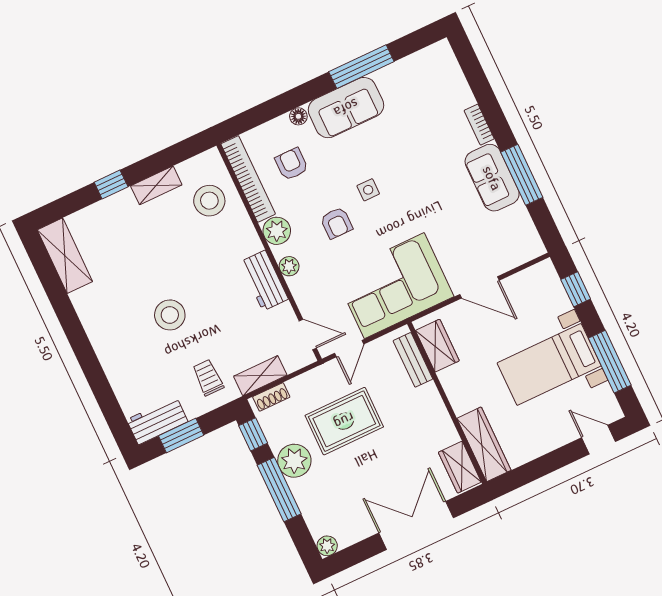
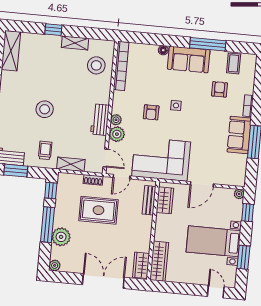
coffee table: (418, 73) -> (234, 63), added
armchair: (292, 164) -> (219, 89), moved
plant: (277, 231) -> (117, 134), moved
plant: (546, 269) -> (239, 194), added
door: (479, 287) -> (202, 184), hinge flipped
window: (610, 362) -> (243, 257), width x0.69
shoe rack: (271, 397) -> (93, 180), moved
plant: (294, 461) -> (61, 237), moved

